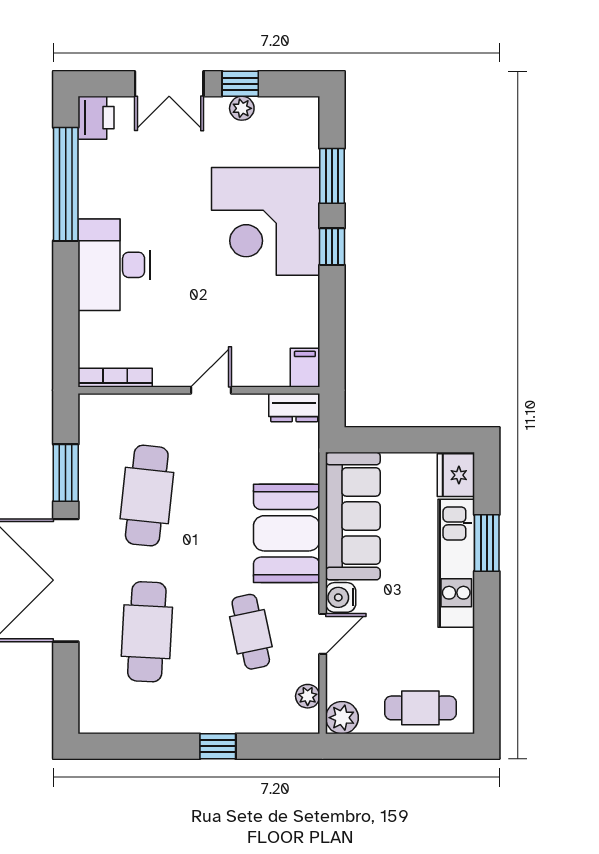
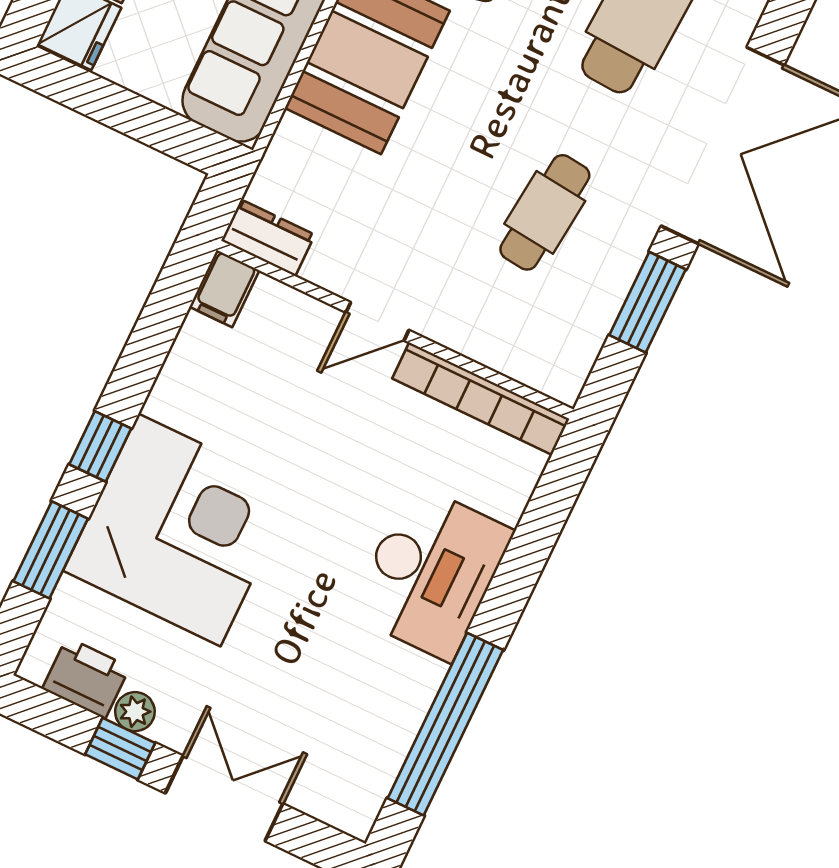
printer: (96, 118) -> (86, 678), moved, turned 90
bookcase: (115, 378) -> (481, 399), width x1.48, depth x1.31
cafe table: (147, 496) -> (545, 212), width x0.73, depth x0.74

